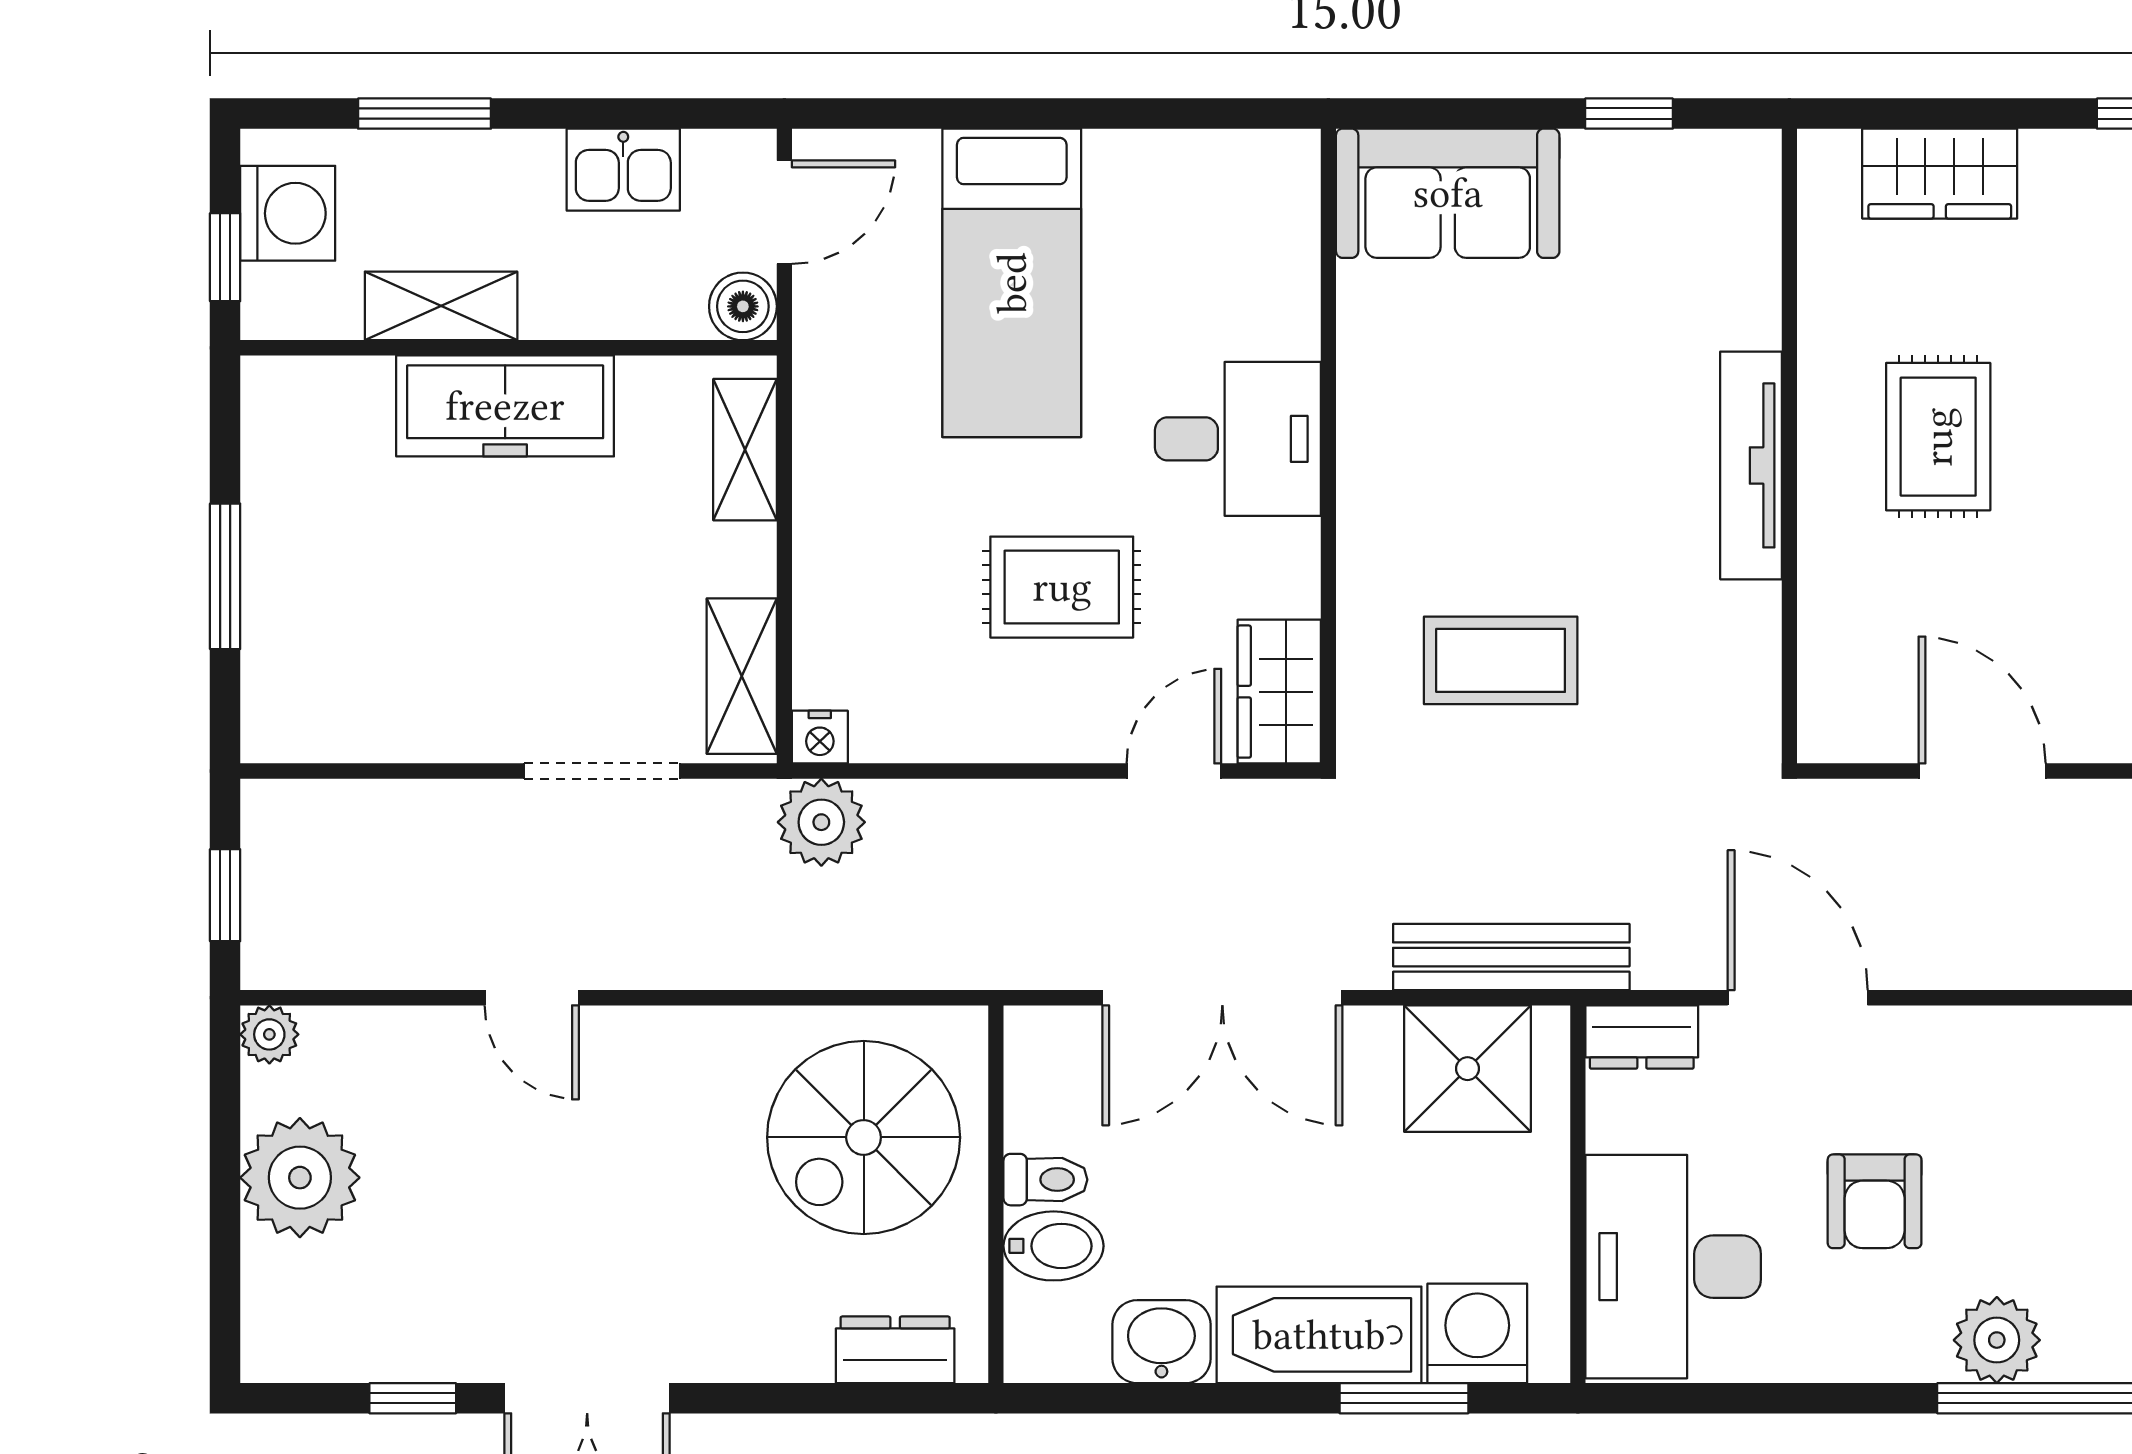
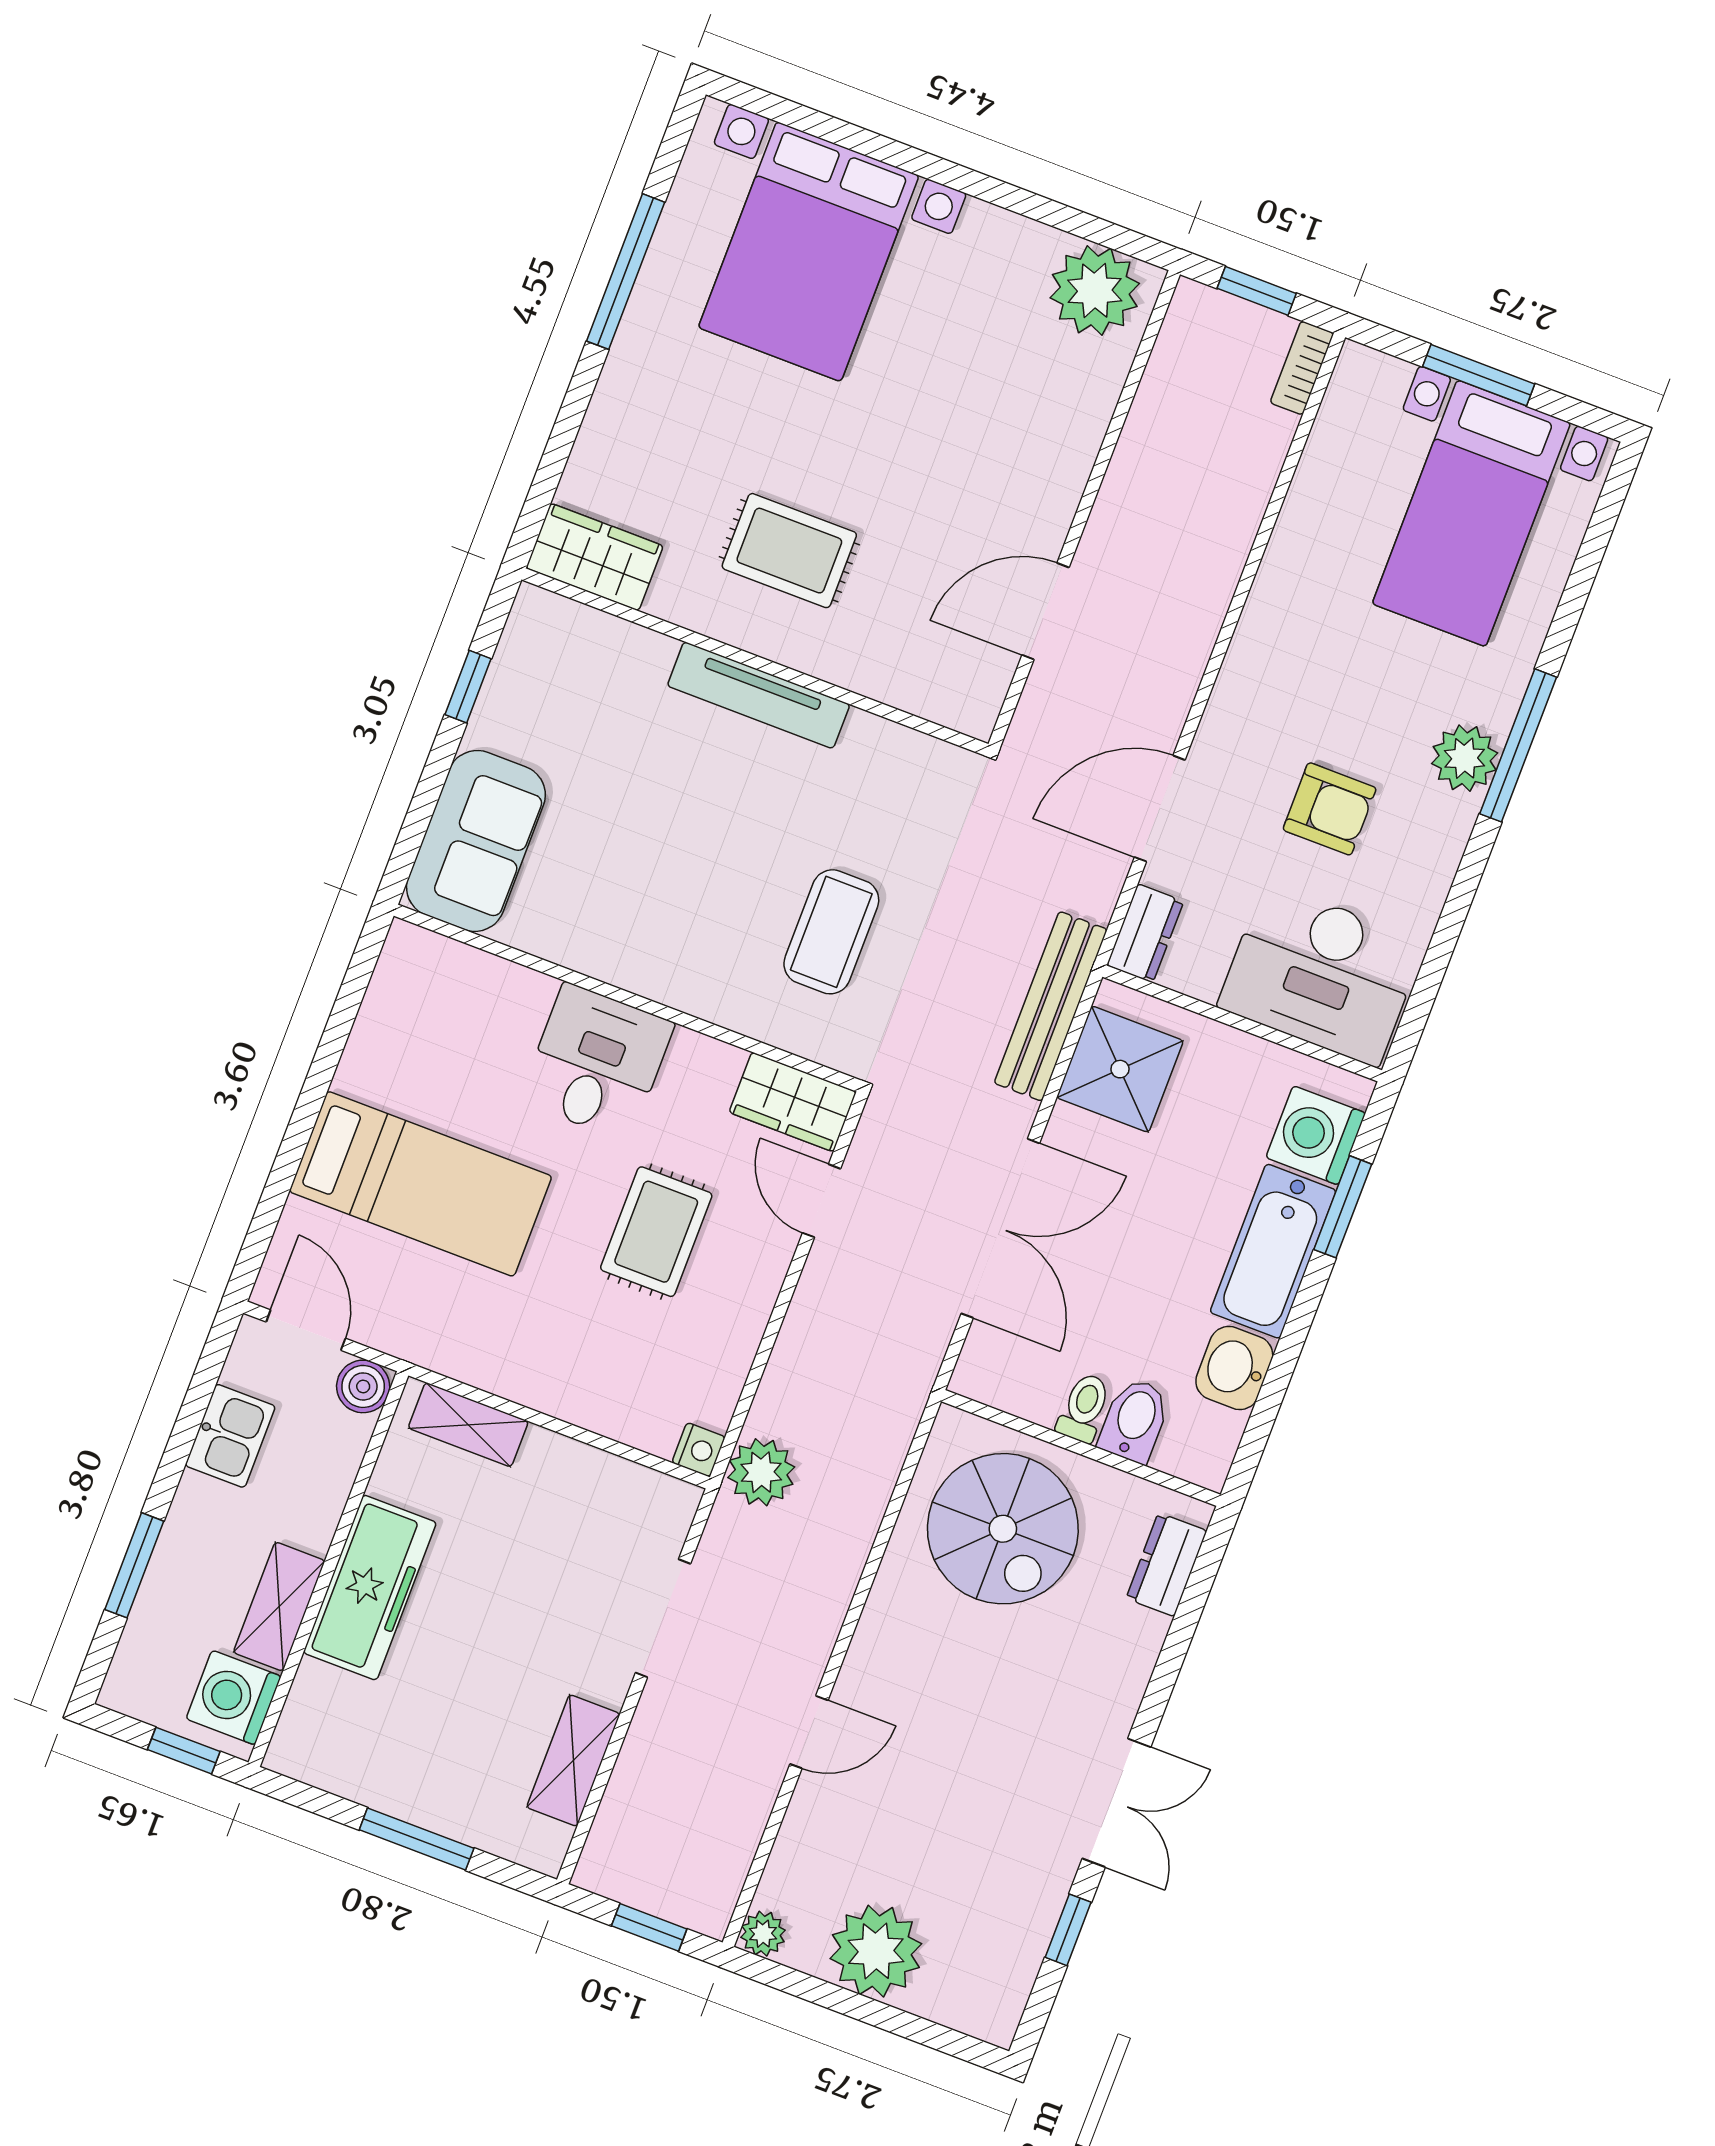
wardrobe: (1940, 174) -> (595, 557), moved, turned -90
washing machine: (288, 213) -> (234, 1698), moved, turned -90
shelving: (742, 676) -> (573, 1760), moved, turned 90

